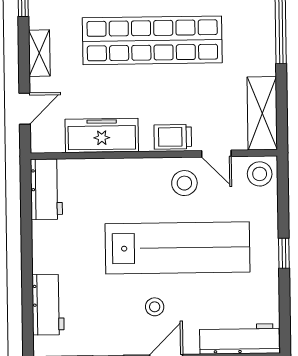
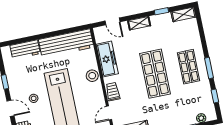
shop shelf: (152, 40) -> (155, 74), width x0.71
stool: (184, 183) -> (92, 76), moved
workbench: (46, 189) -> (66, 43), width x1.87, depth x1.32

